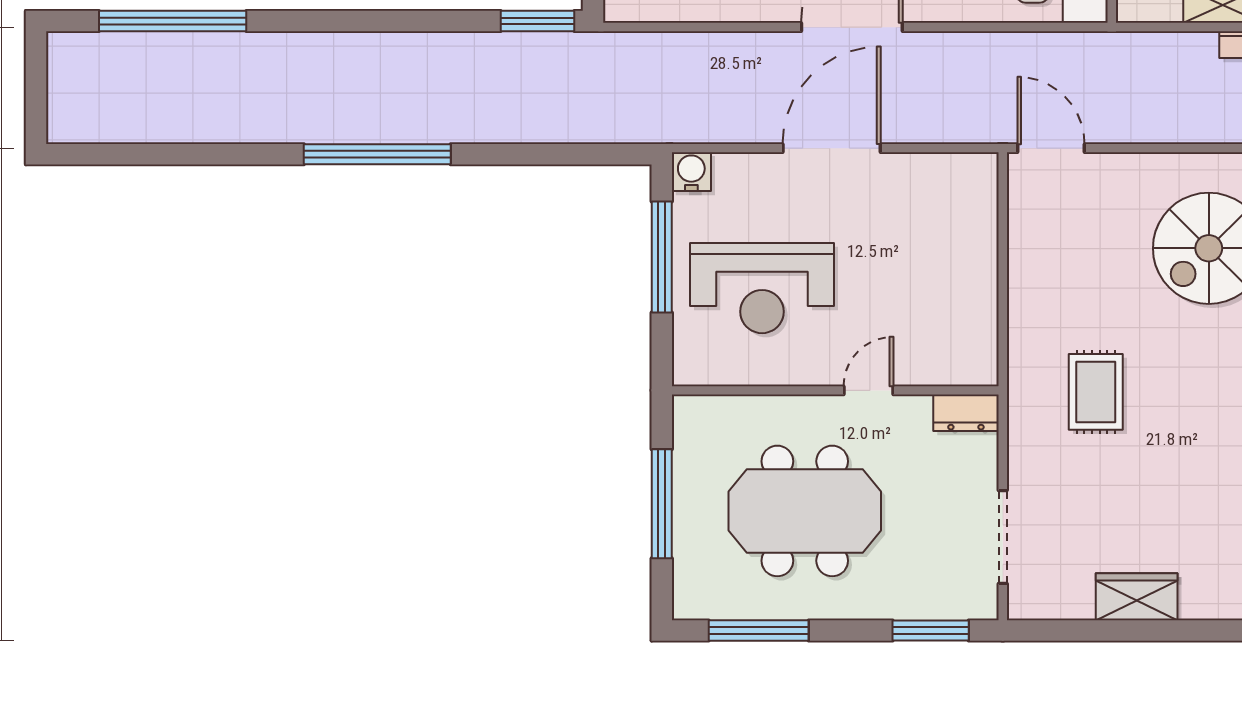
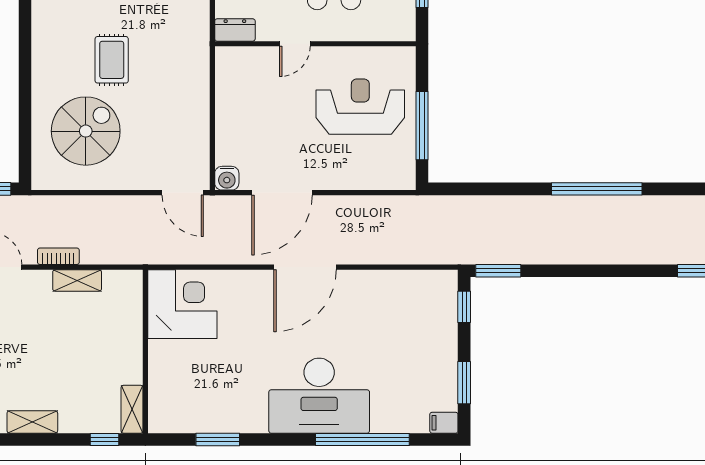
door: (832, 148) -> (282, 193), moved
water cooler: (691, 172) -> (227, 178), moved
rug: (1096, 392) -> (112, 60), moved

